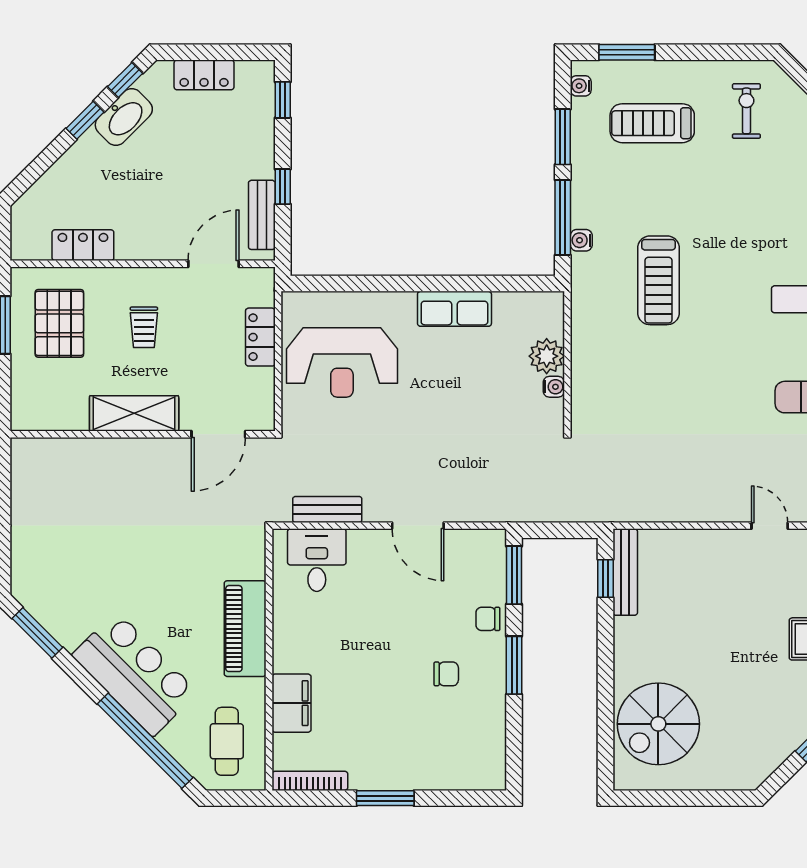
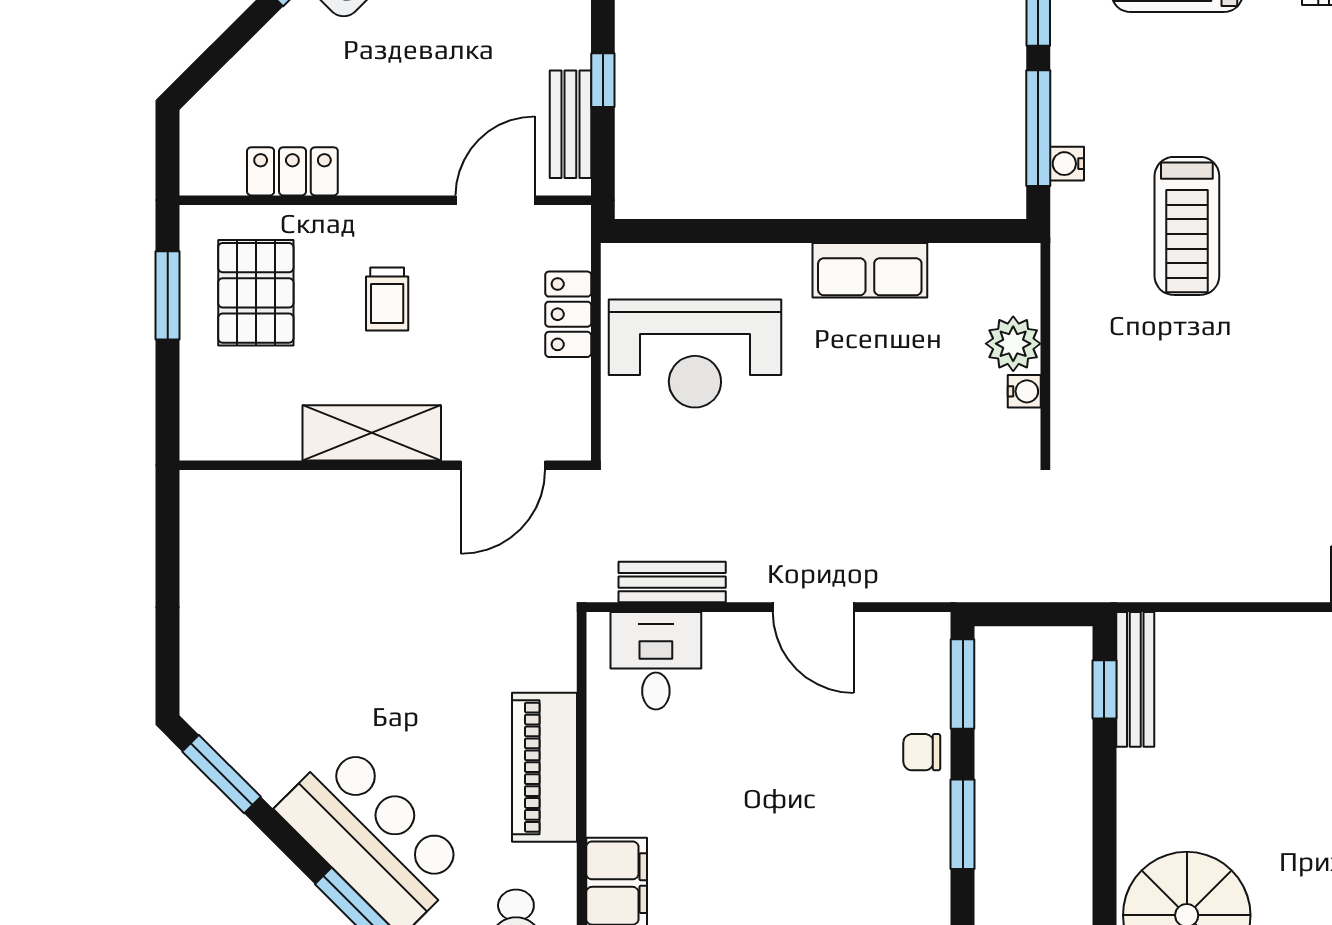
chair: (446, 674) -> (857, 838), removed

